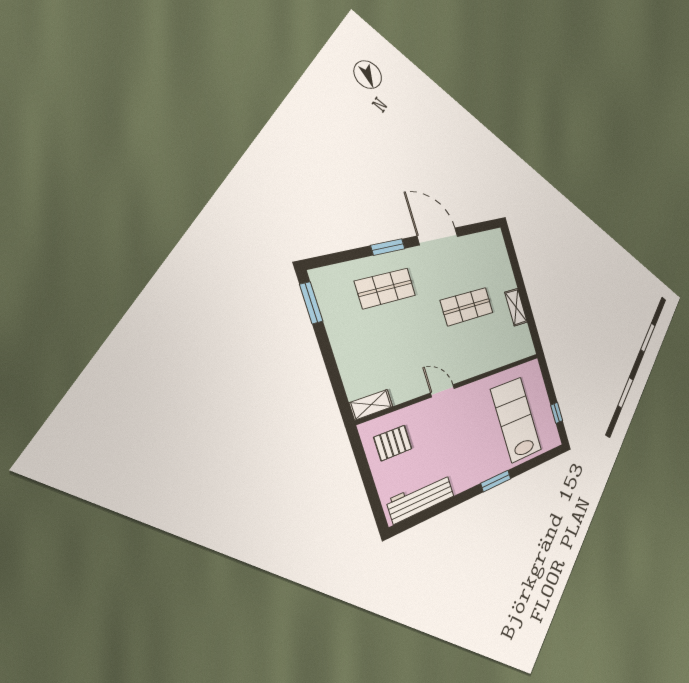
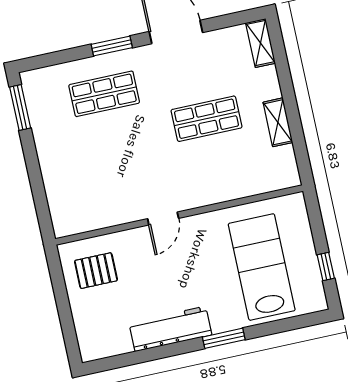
door: (442, 391) -> (163, 218), swing flipped
shelving: (371, 405) -> (261, 43), moved, turned 90
workbench: (421, 498) -> (170, 329), moved

